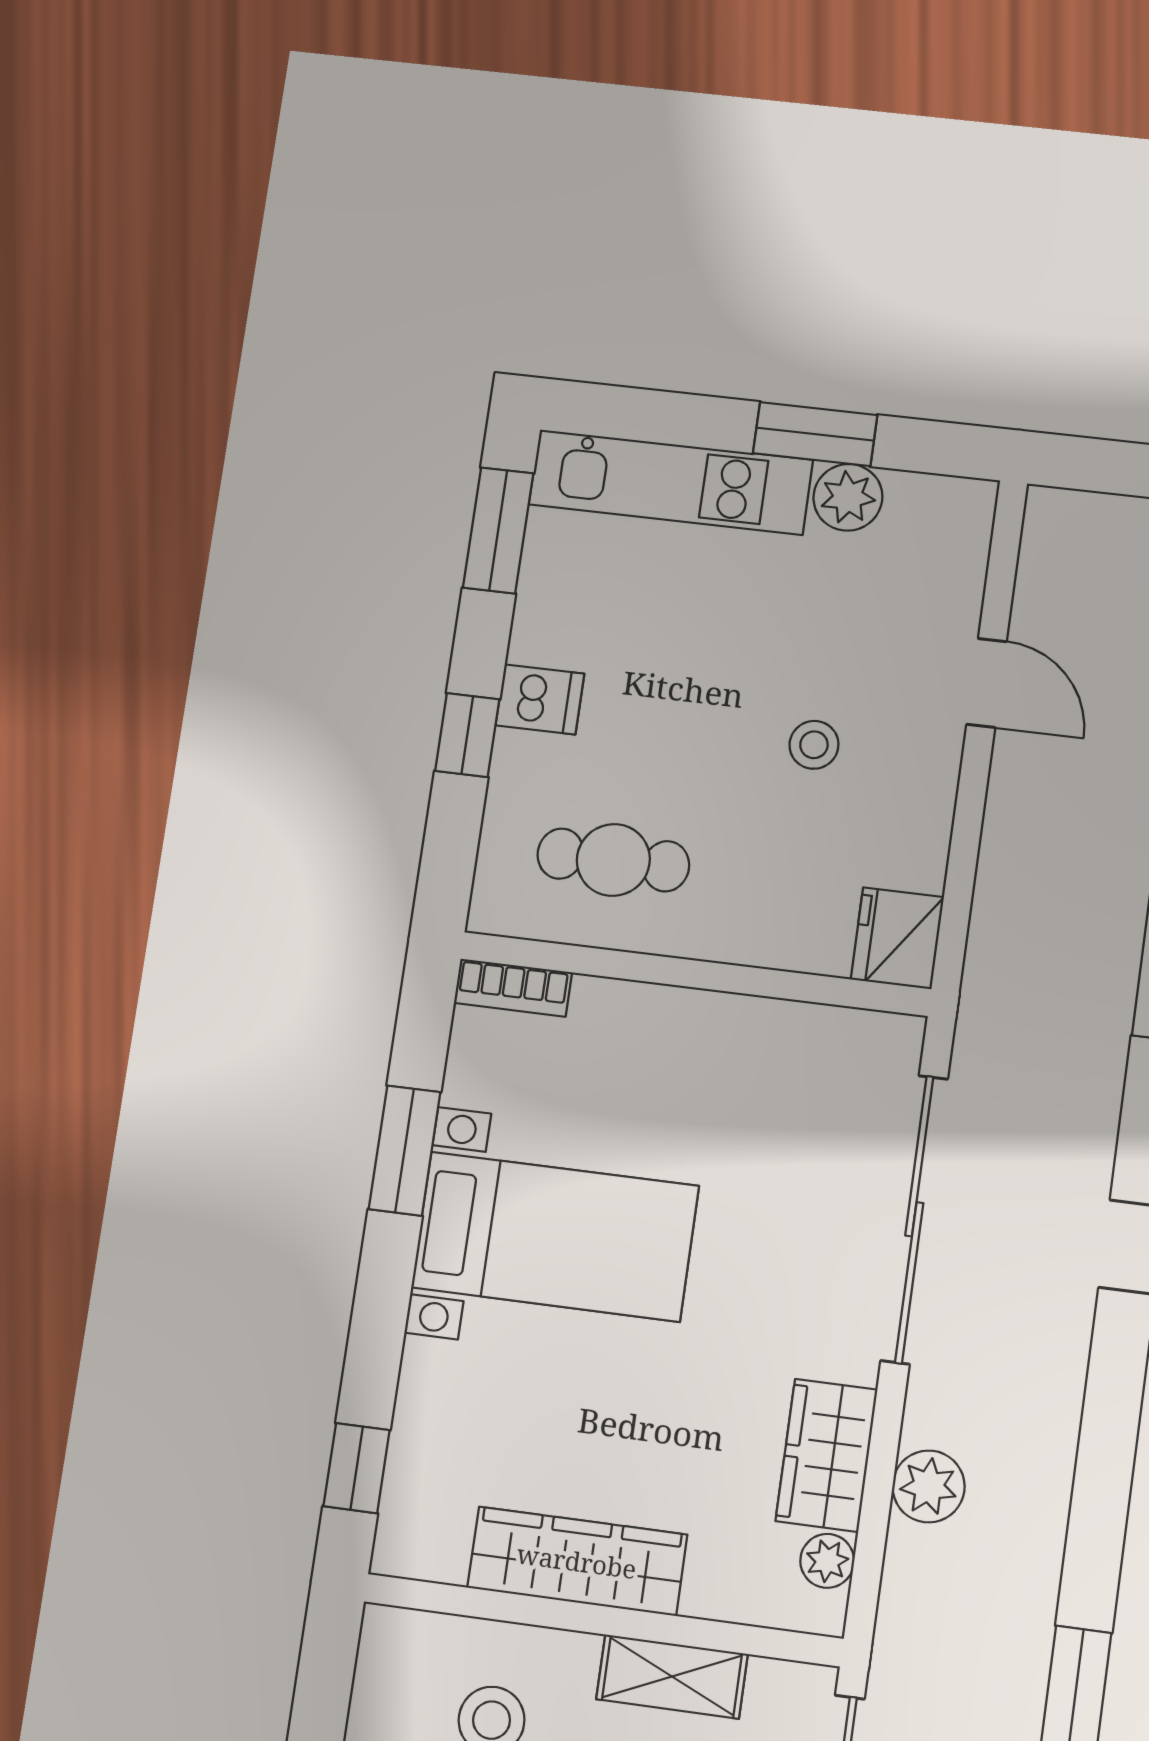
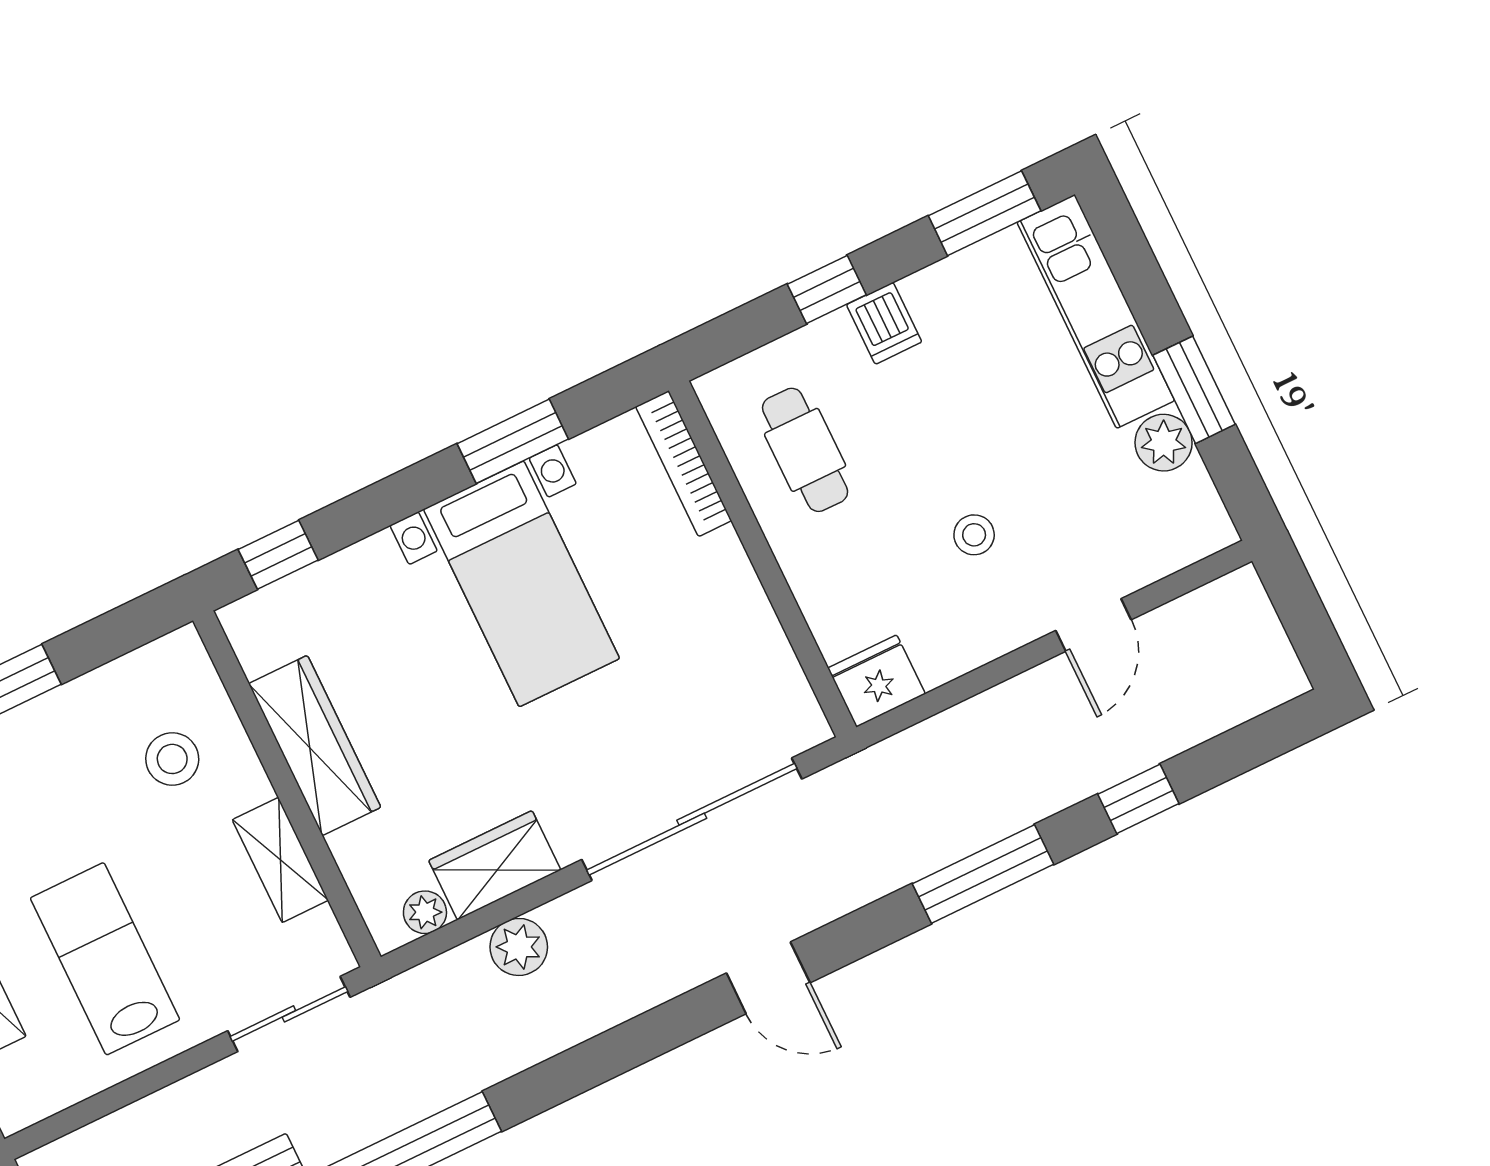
bookcase: (513, 988) -> (684, 464), width x1.56

